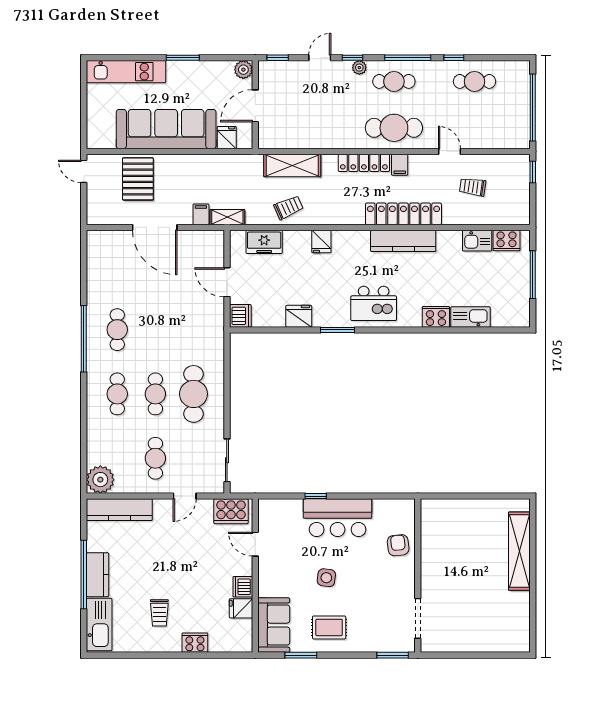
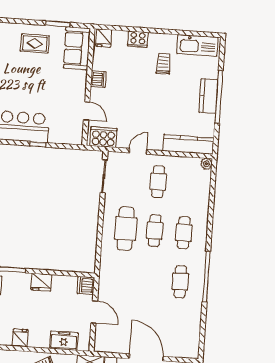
plant: (100, 480) -> (206, 164), width x0.53, depth x0.53
side table: (326, 578) -> (34, 82), removed
fridge: (241, 608) -> (104, 38), moved, turned 90
kitchen sink: (99, 625) -> (197, 45), moved, turned -90

